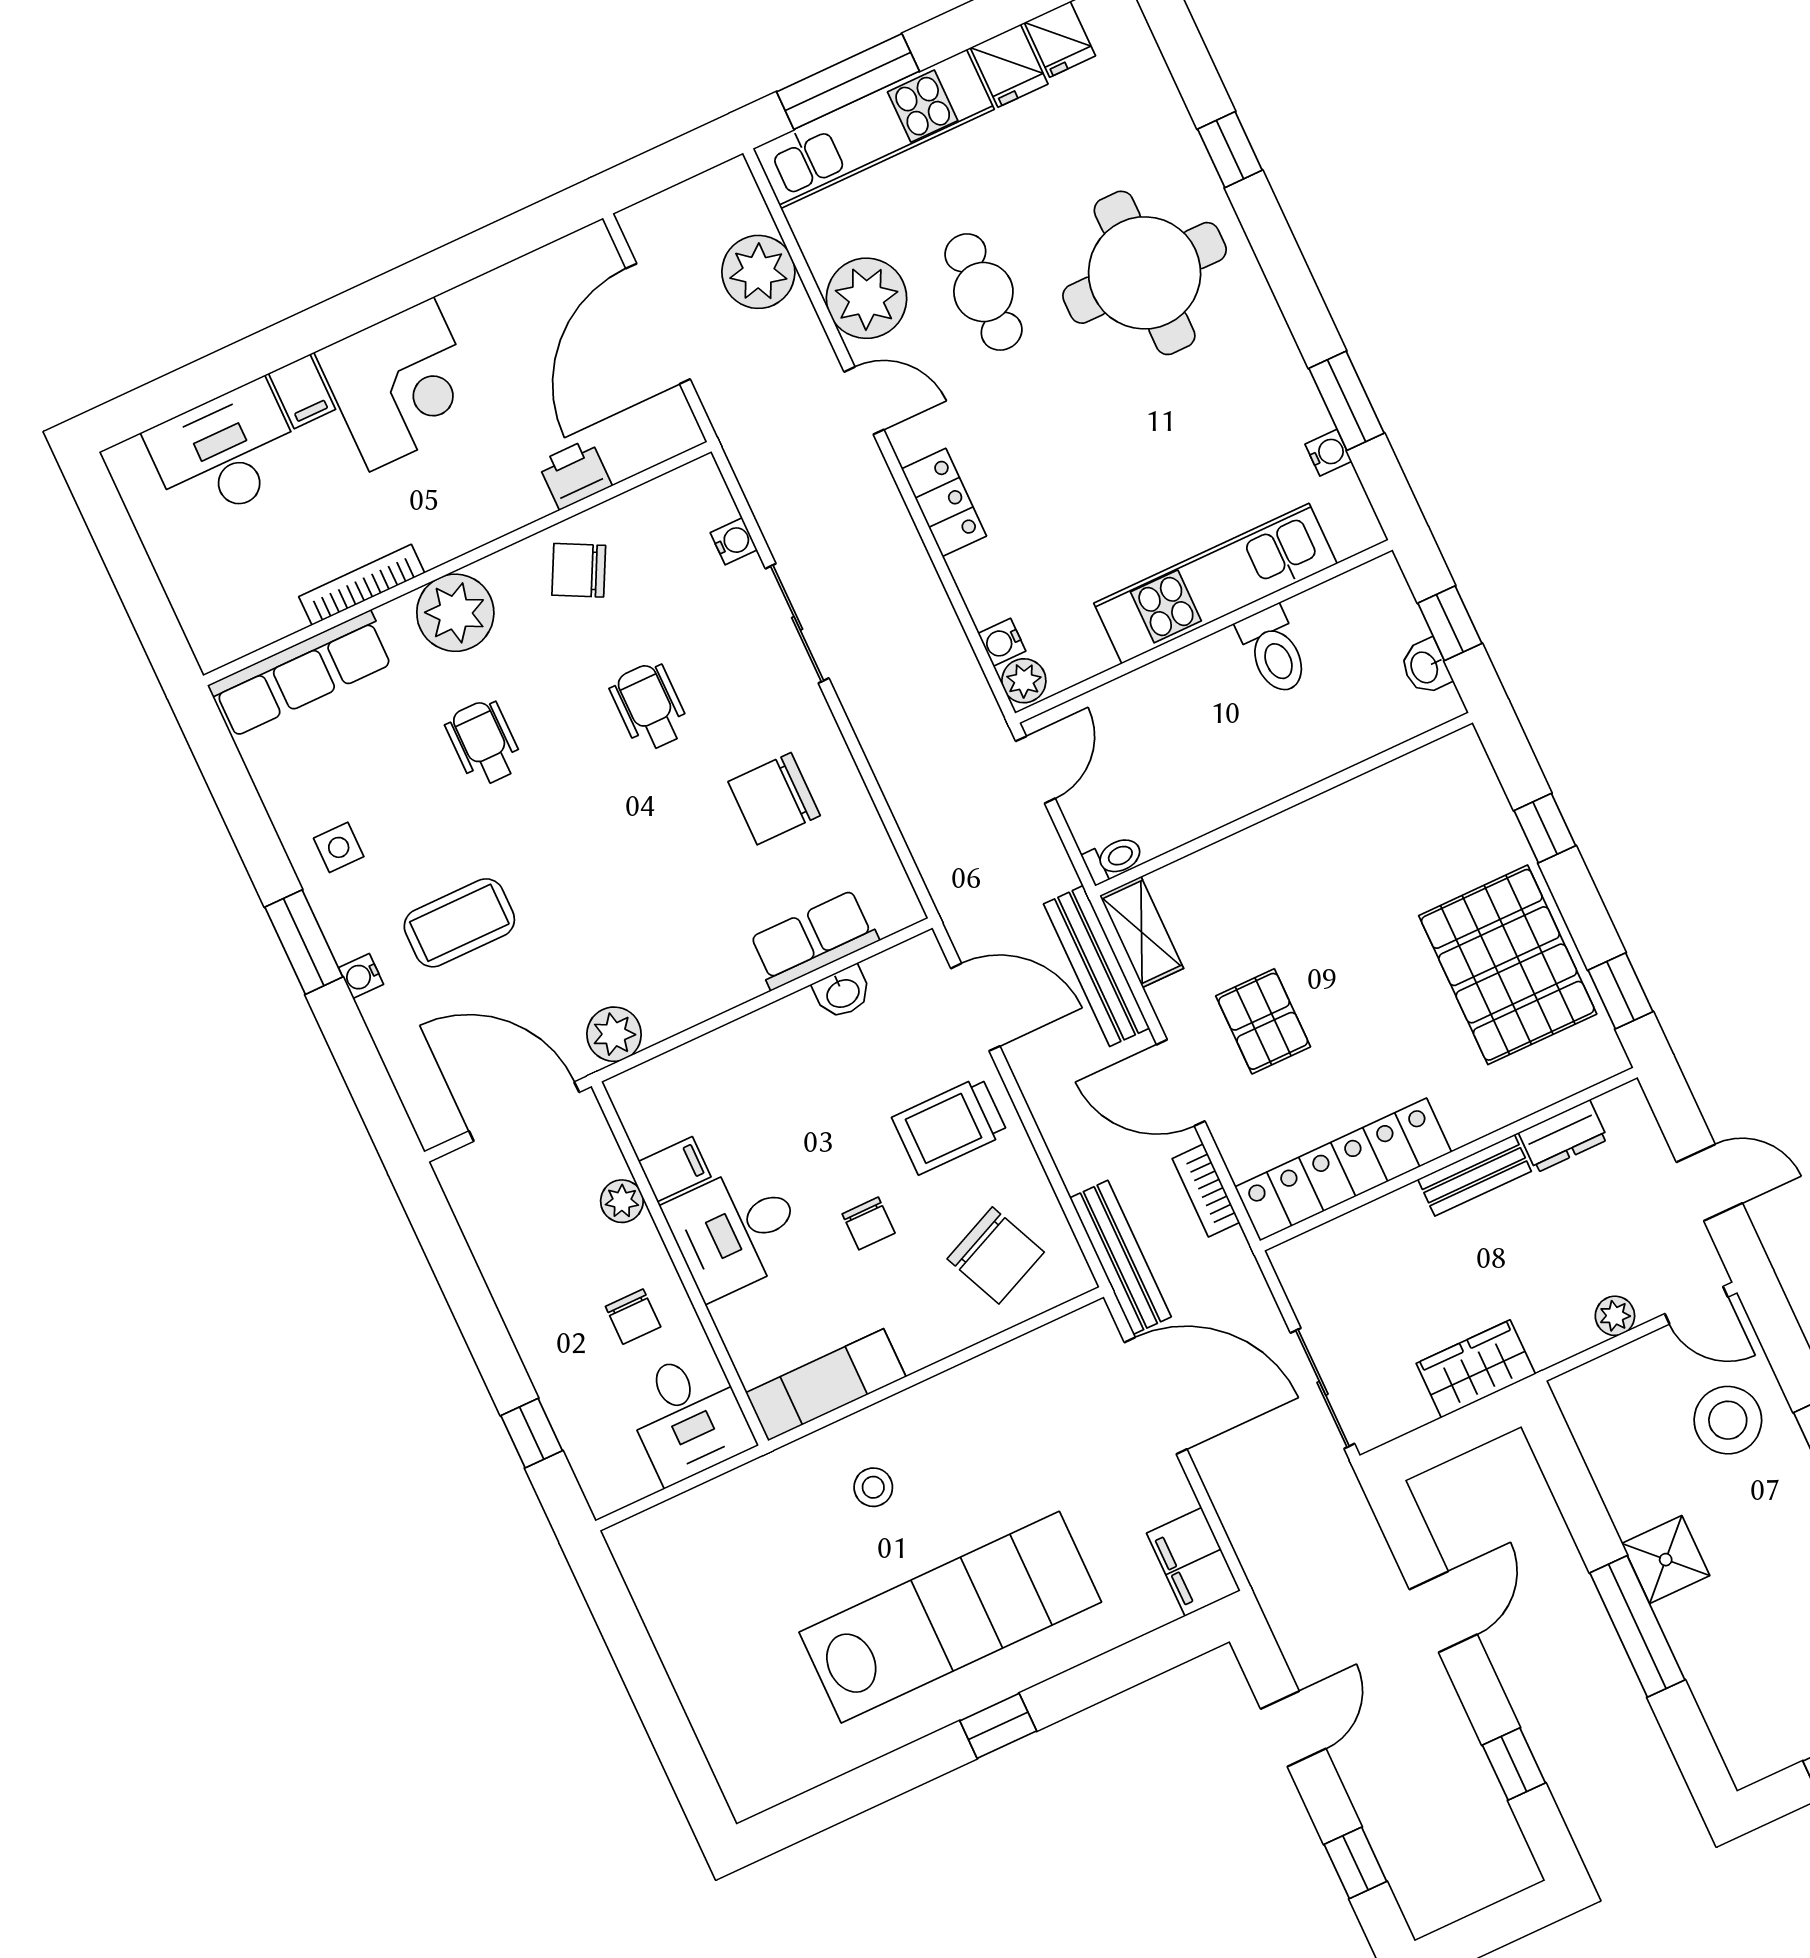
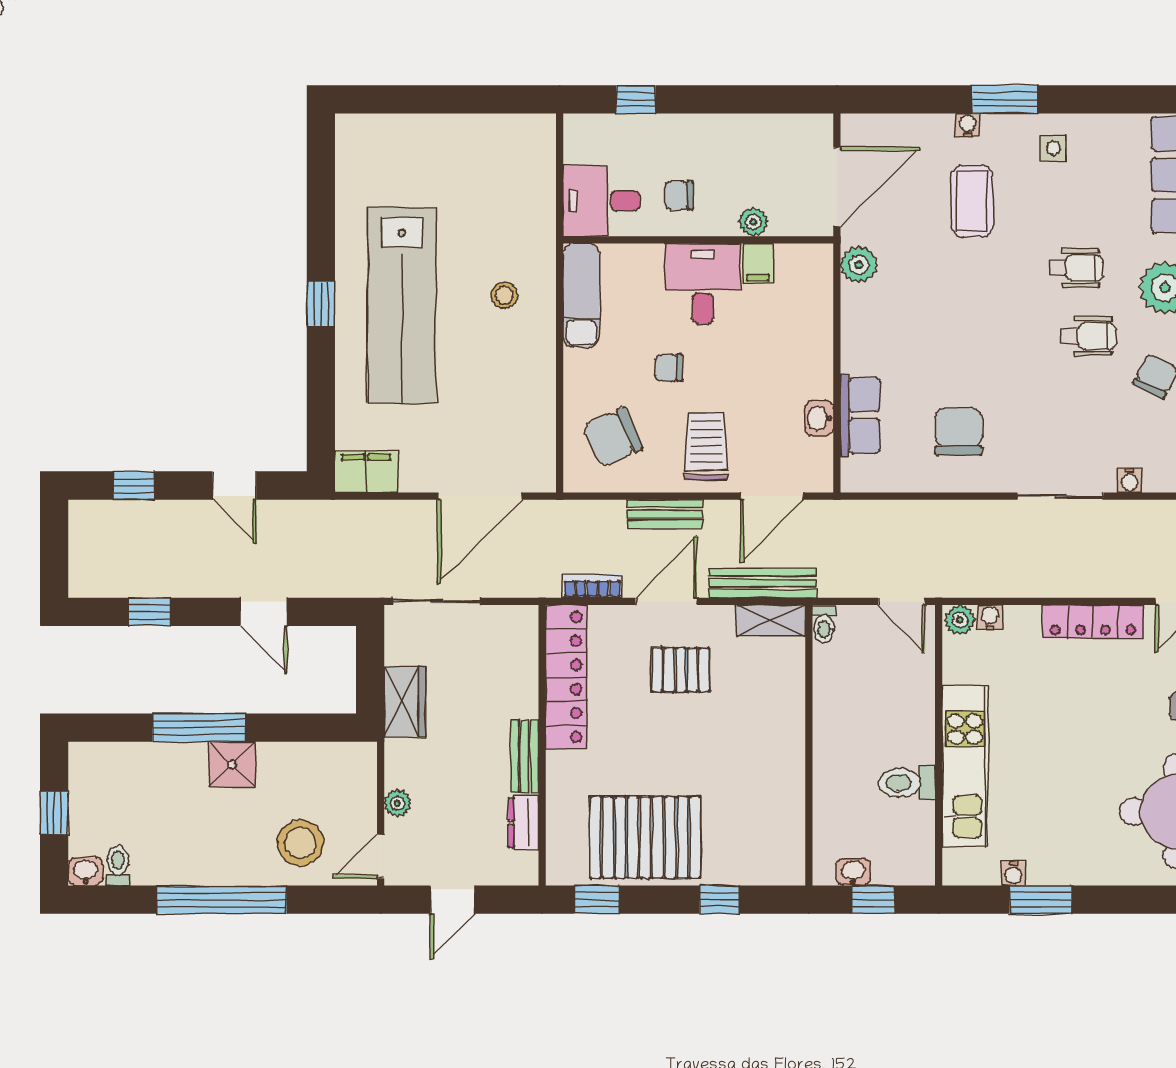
locker: (944, 502) -> (1093, 622), width x1.53
wheelchair: (650, 707) -> (1089, 336), moved
bench: (1120, 1257) -> (665, 514), moved, width x0.73

